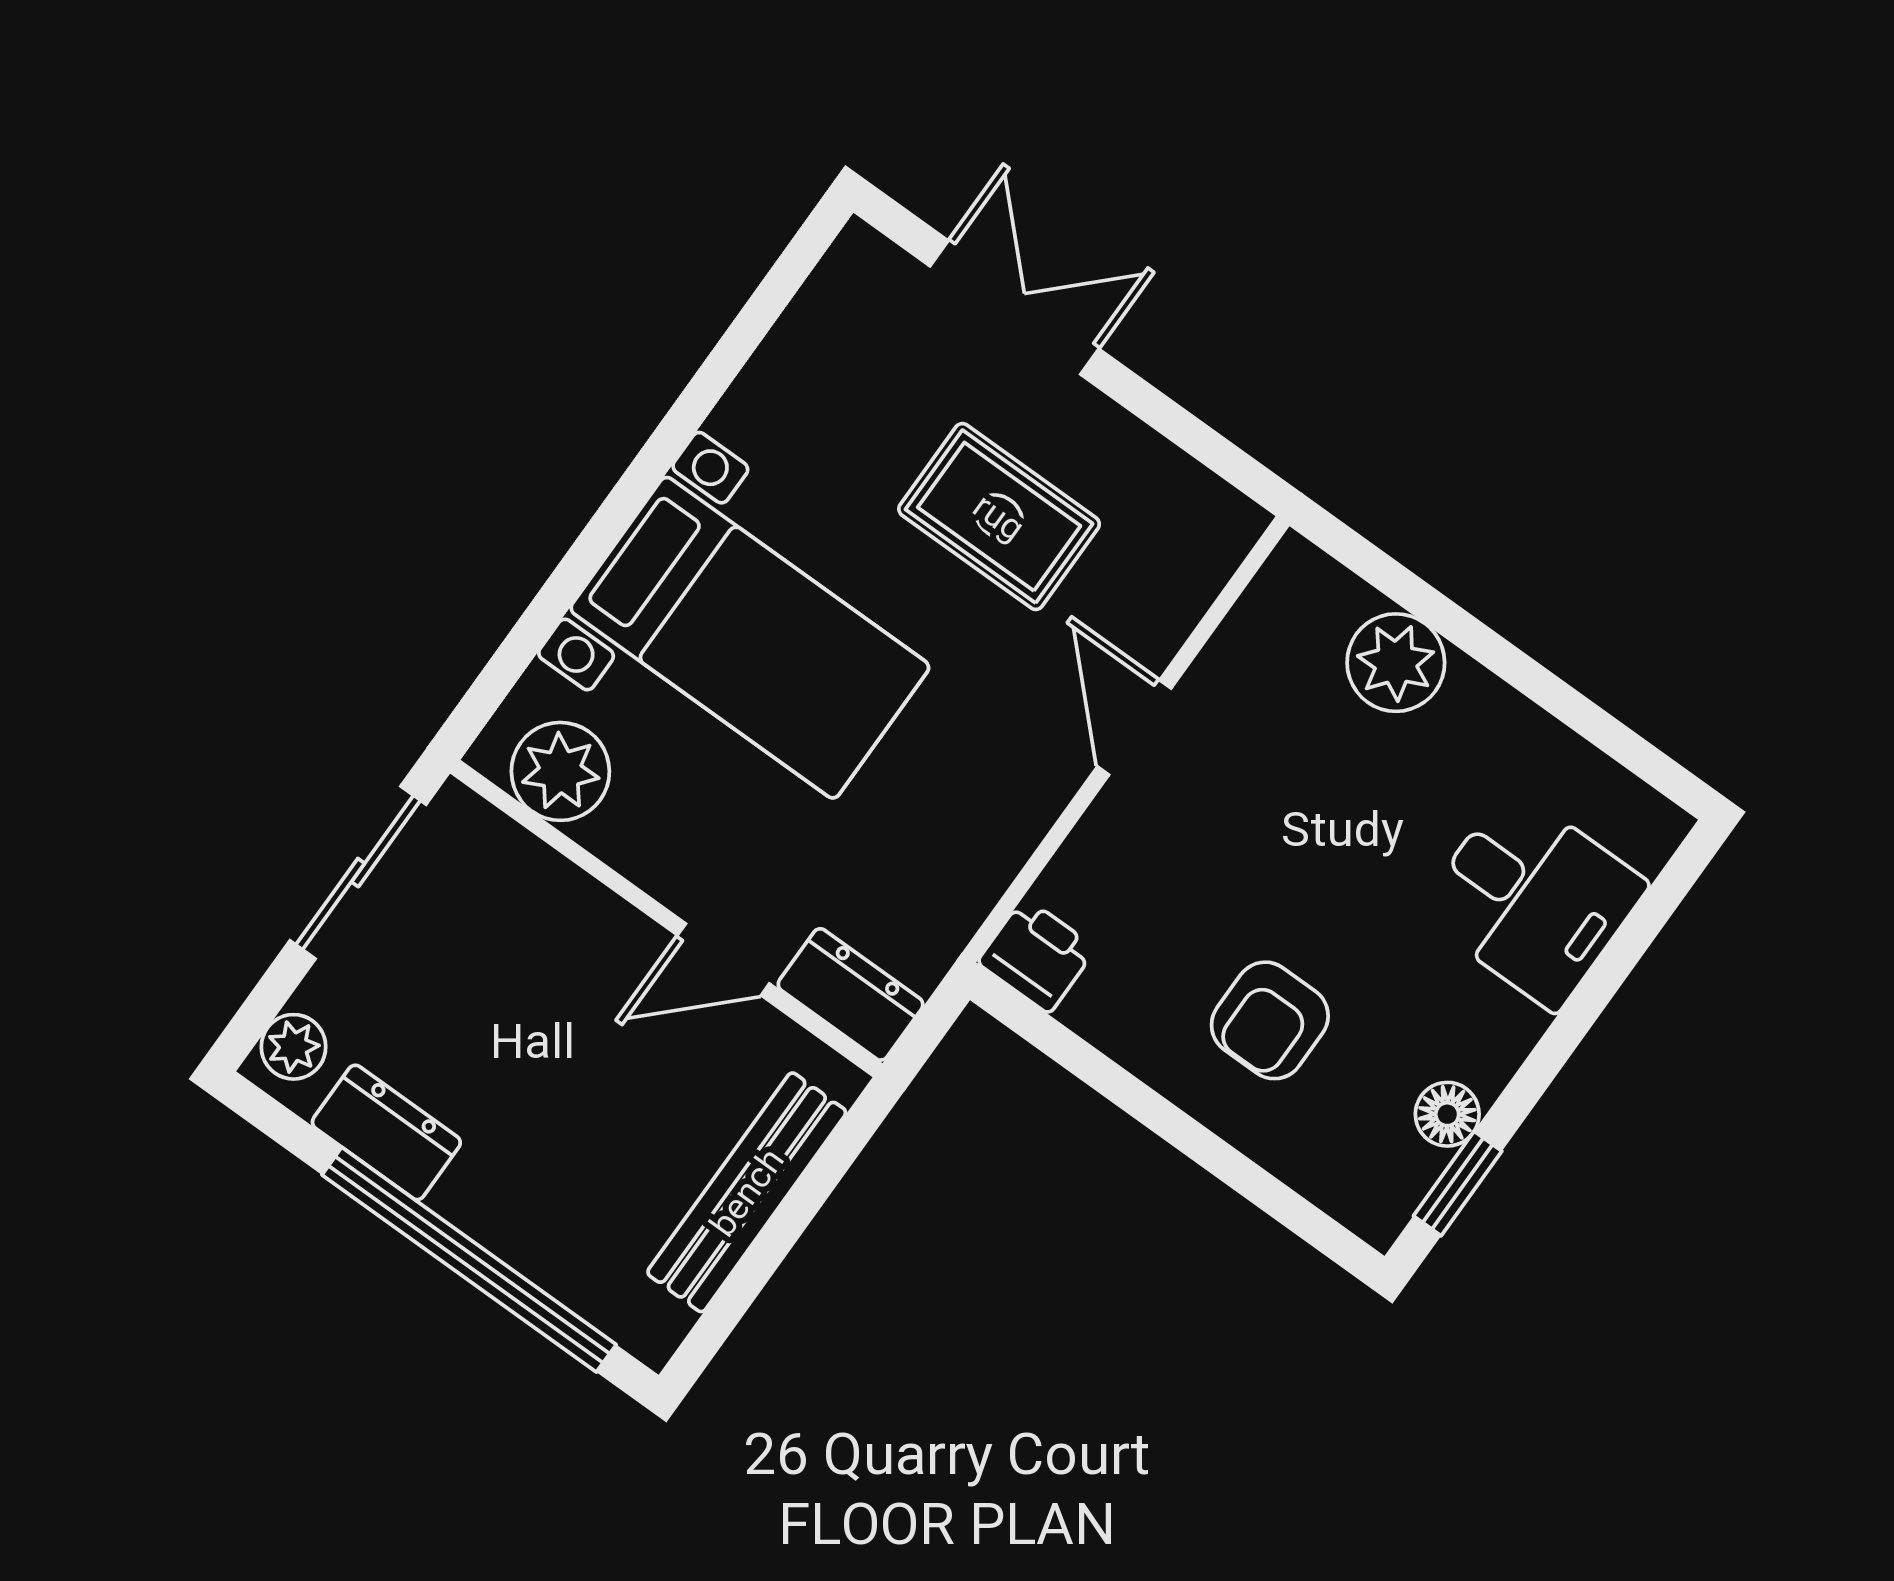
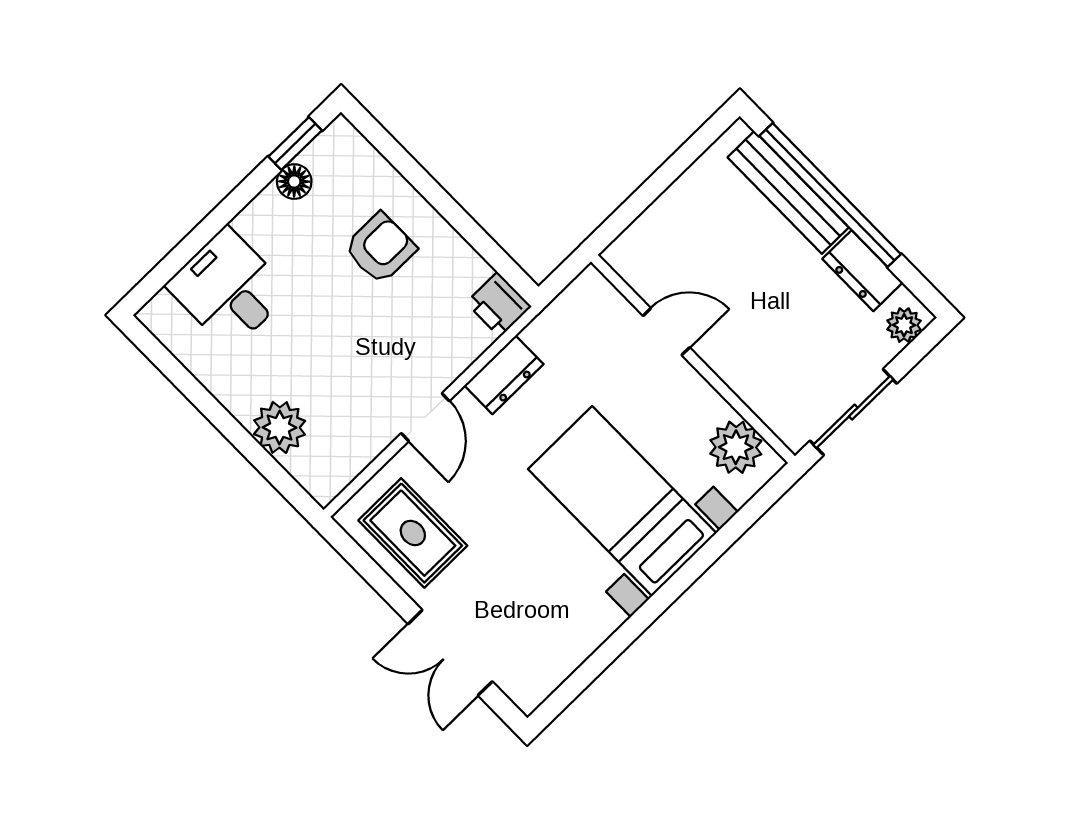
rug: (999, 517) -> (413, 533), moved
dresser: (851, 994) -> (504, 375), moved, turned -90
bench: (747, 1192) -> (788, 192), moved, turned 90

